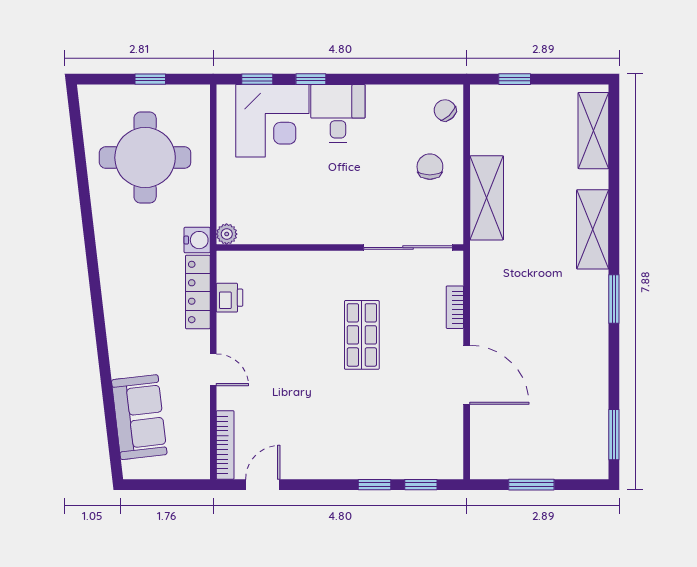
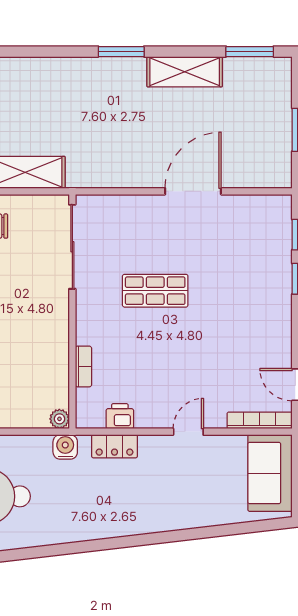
shelving: (593, 229) -> (185, 72), moved
locker: (198, 292) -> (114, 446), width x0.66
bookcase: (455, 307) -> (83, 366), moved, turned -90
sofa: (139, 417) -> (270, 473), moved, turned -83

